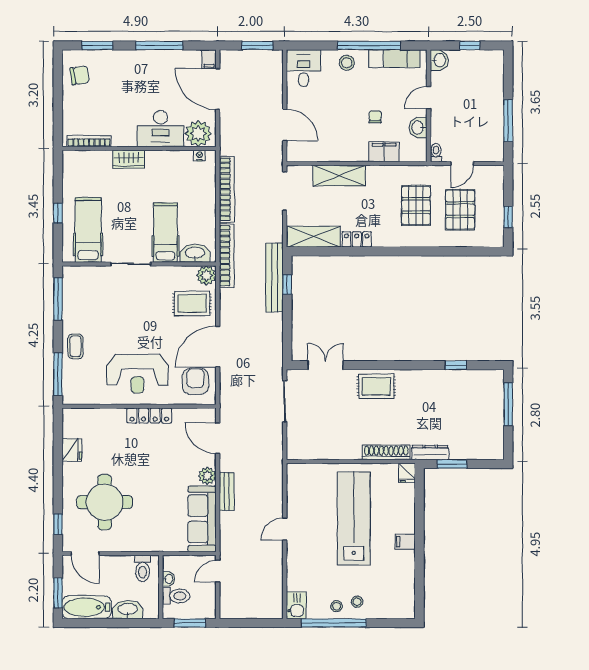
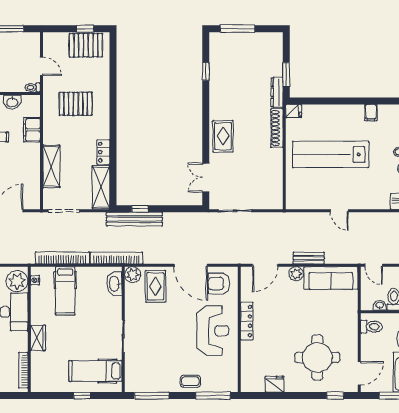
pallet: (460, 210) -> (86, 45), moved
hospital bed: (165, 233) -> (65, 291), moved, turned -90
filing cabinet: (405, 542) -> (371, 113), moved

